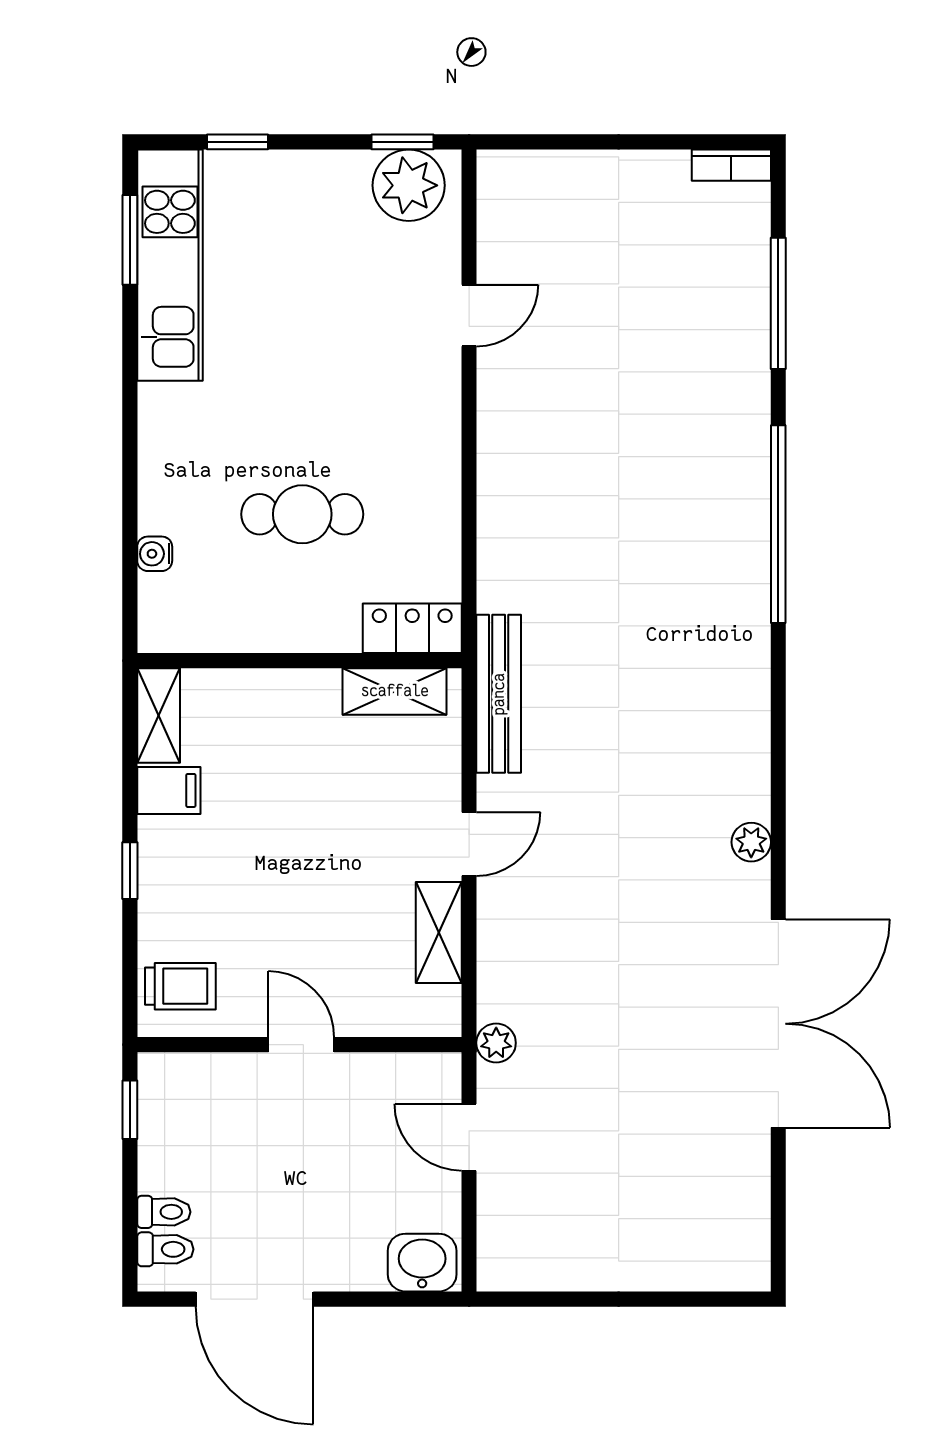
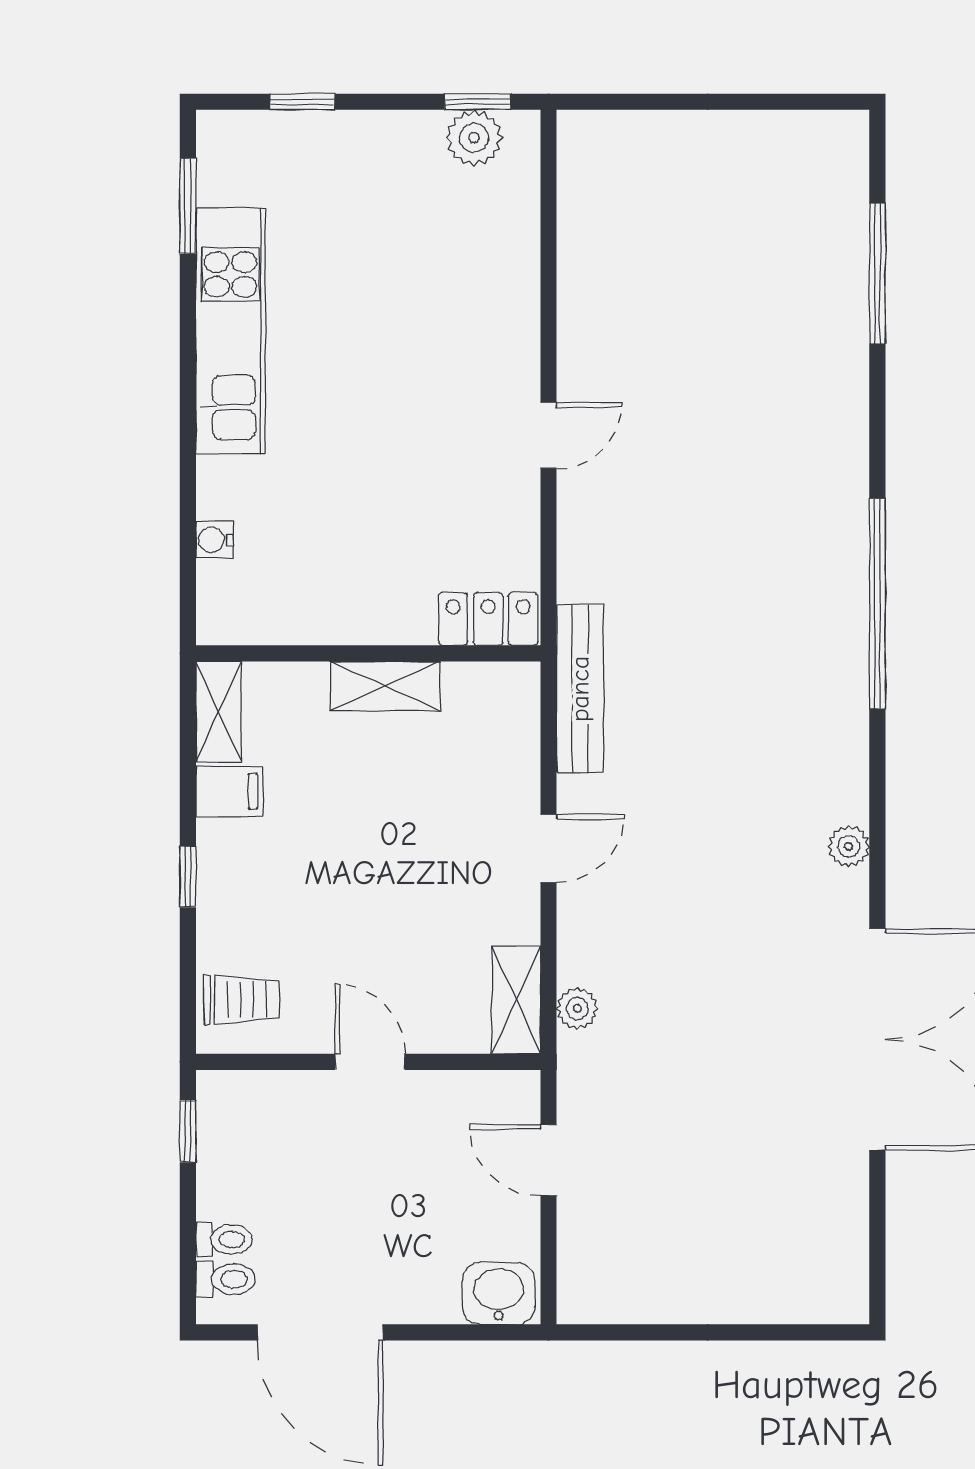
bookcase: (731, 165) -> (827, 127), removed
plant: (409, 185) -> (474, 138), width x0.73, depth x0.73
kitchen unit: (170, 265) -> (230, 331), moved
door: (469, 315) -> (549, 436), moved
cafe table: (302, 514) -> (371, 498), removed
window: (778, 524) -> (877, 604), moved
shelving: (395, 691) -> (385, 686), moved
shelving: (439, 933) -> (516, 1000), moved
plant: (496, 1043) -> (577, 1008), moved

